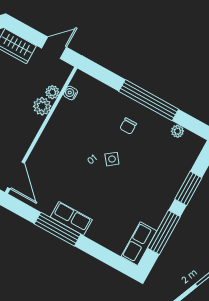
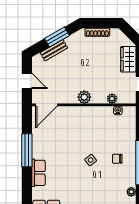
plant: (42, 106) -> (84, 97), moved
row of seats: (71, 218) -> (38, 173), moved

